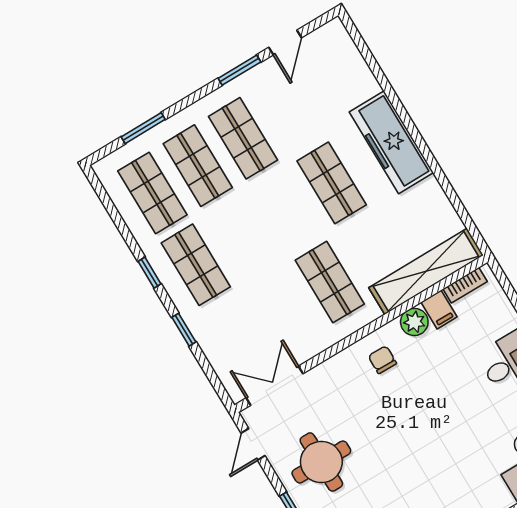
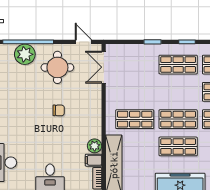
shop shelf: (286, 210) -> (178, 119), added
chair: (382, 360) -> (59, 110), moved
double door: (275, 386) -> (104, 67), swing flipped

